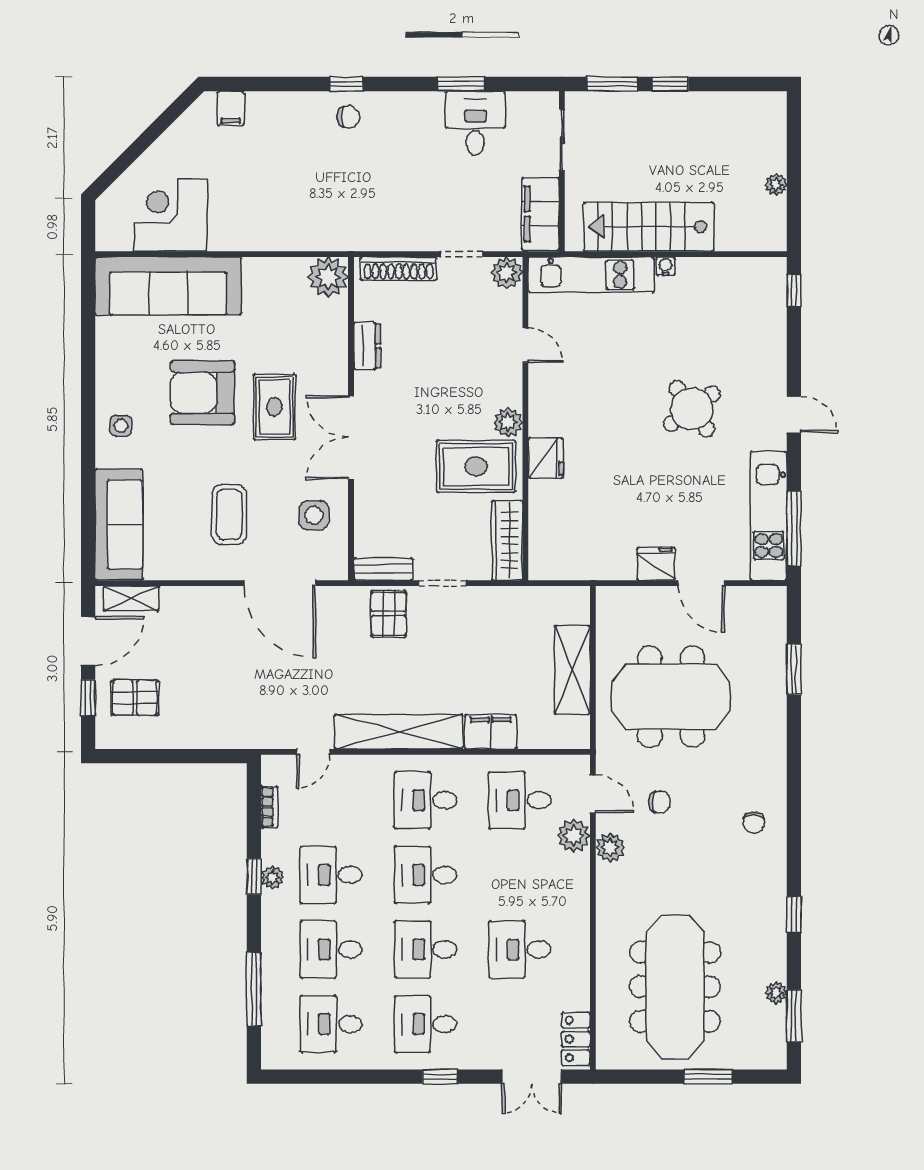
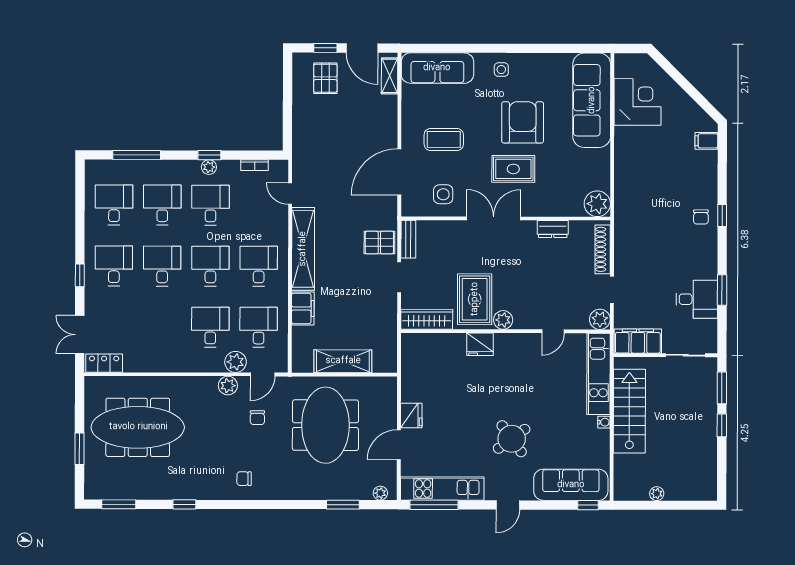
sofa: (763, 317) -> (571, 485), added
desk: (520, 949) -> (210, 327), moved
plant: (776, 993) -> (380, 493), moved

